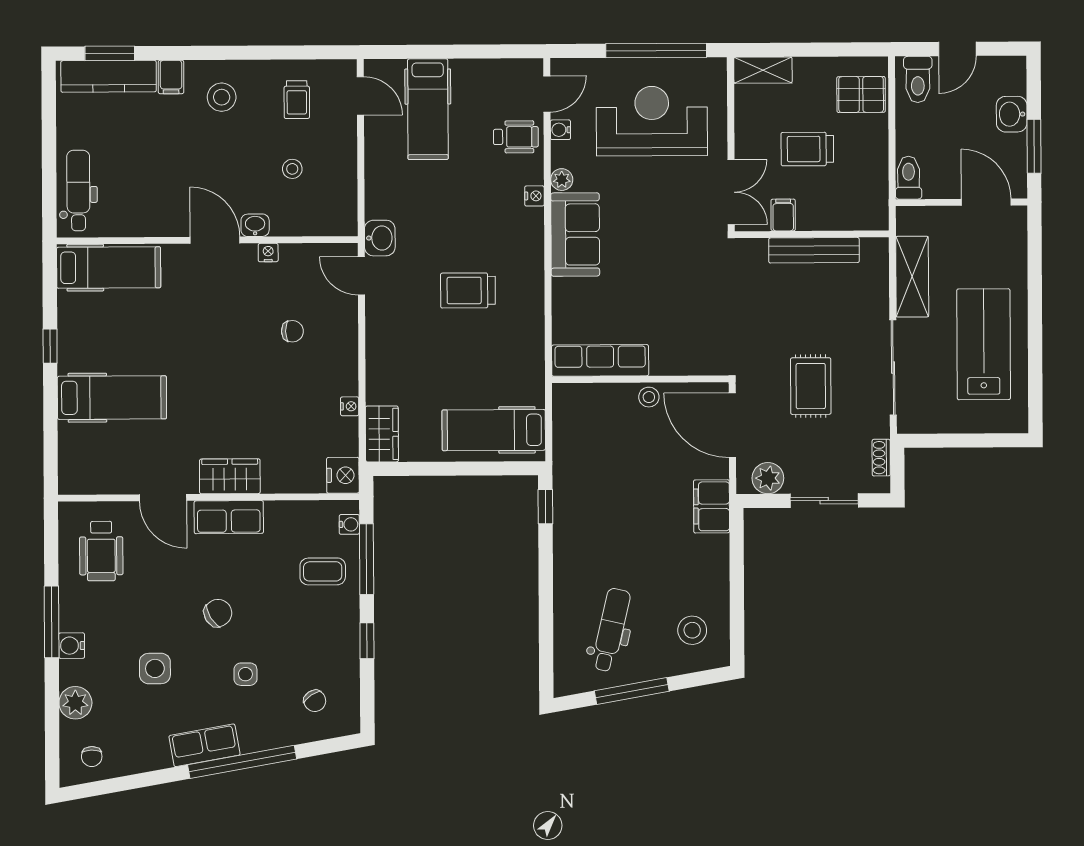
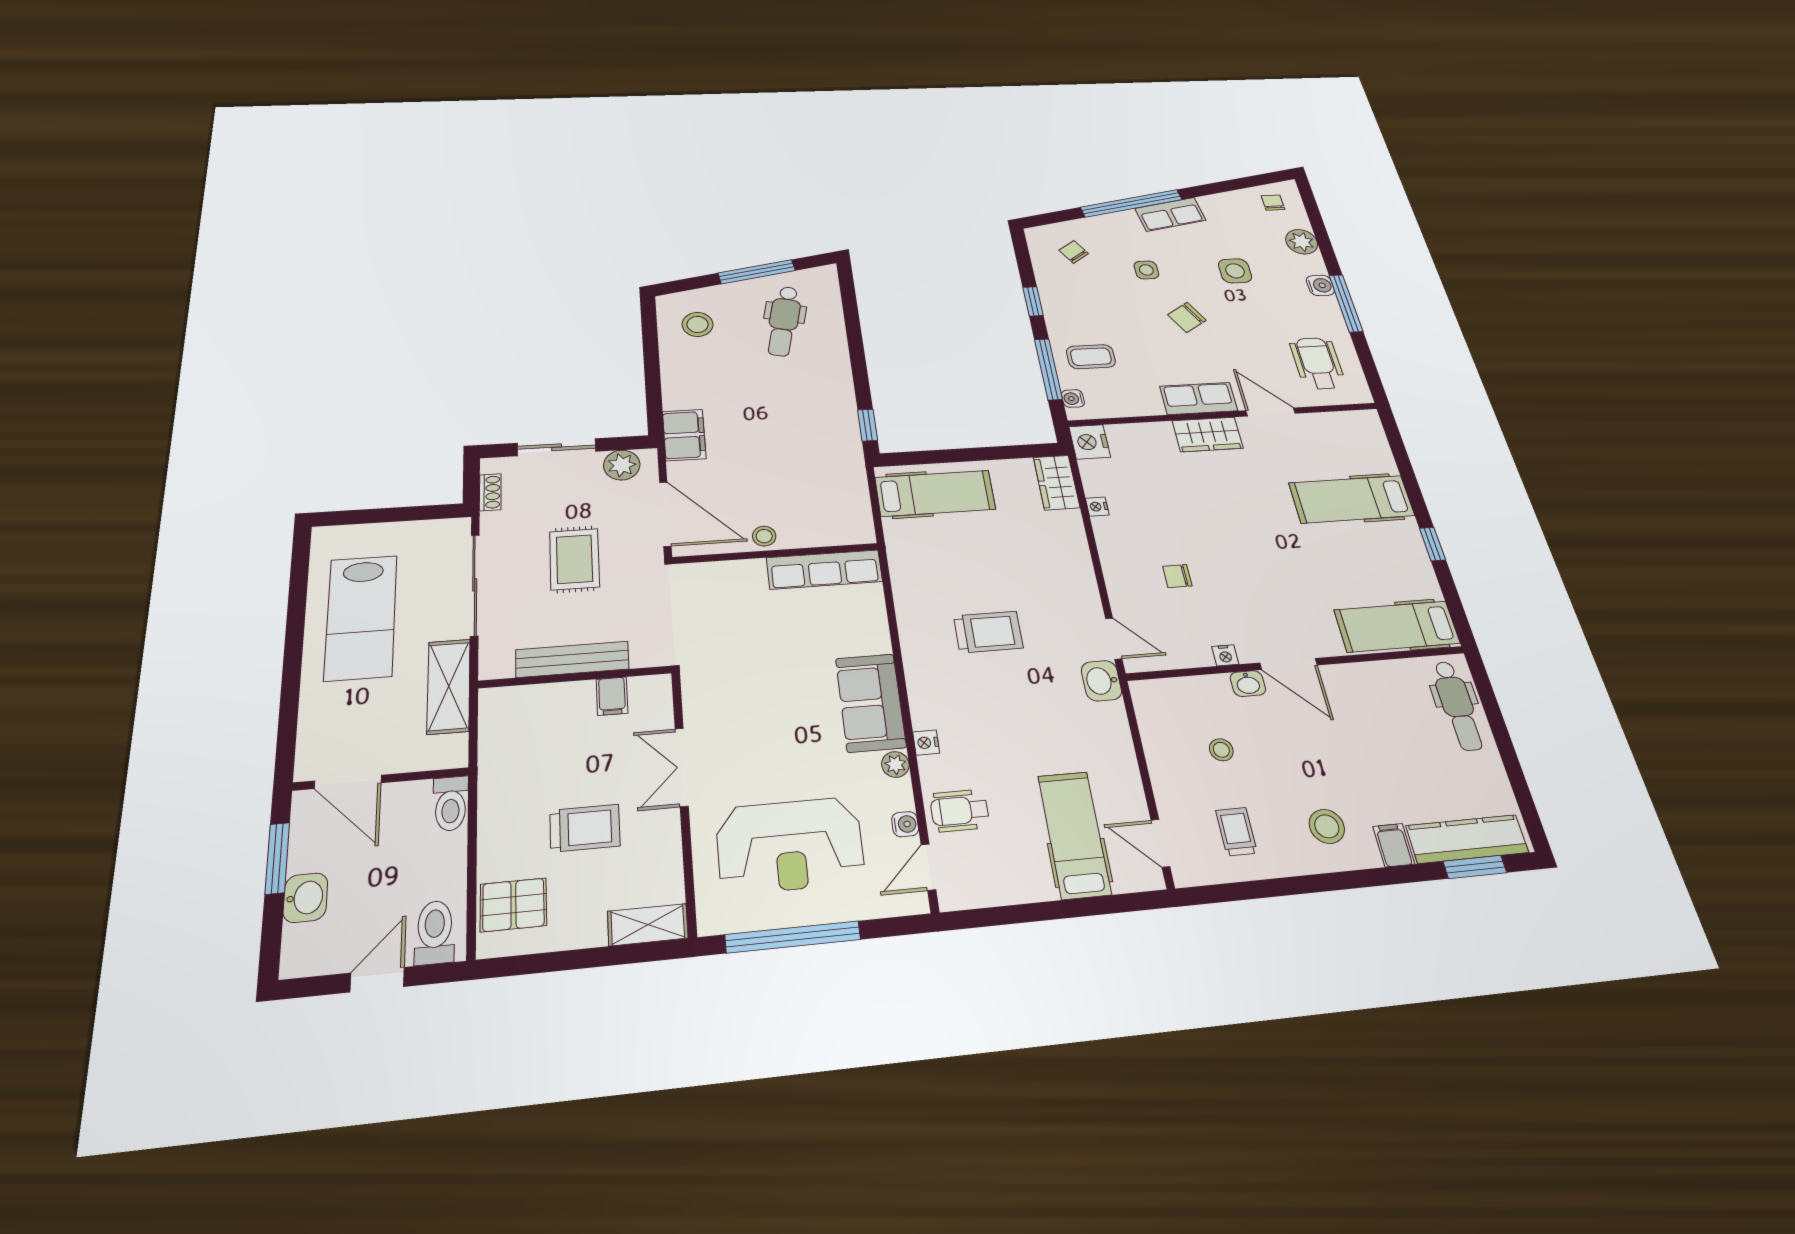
filing cabinet: (783, 215) -> (612, 696), moved
wall: (812, 234) -> (575, 677), moved
bench: (814, 250) -> (572, 659), moved

